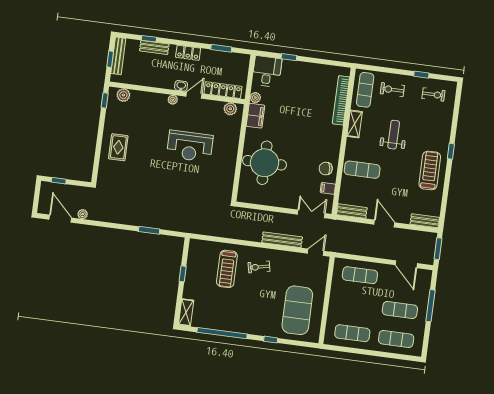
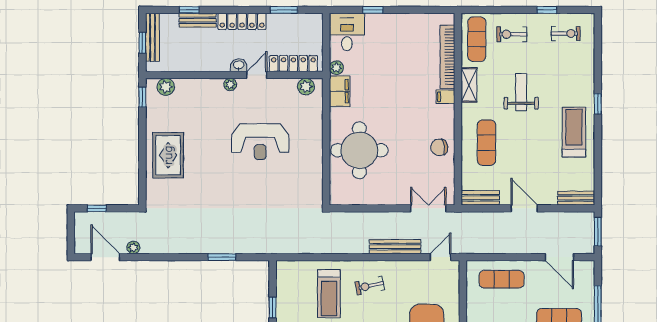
locker: (188, 53) -> (242, 21), width x1.53
rug: (118, 147) -> (168, 155), width x1.36, depth x1.43
exercise mat: (362, 170) -> (486, 143), turned 90
filing cabinet: (328, 188) -> (445, 97), moved

